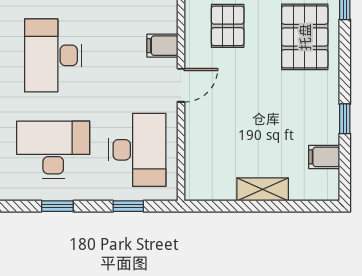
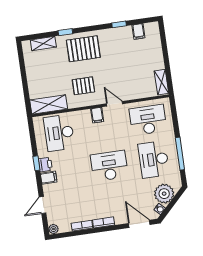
desk: (53, 55) -> (109, 166), turned 180
shelving: (263, 189) -> (161, 82), moved
window: (57, 206) -> (180, 154), width x2.17
window: (128, 206) -> (175, 120), removed

